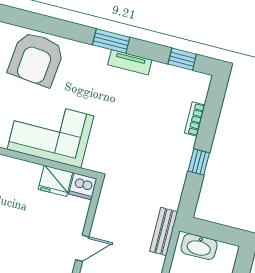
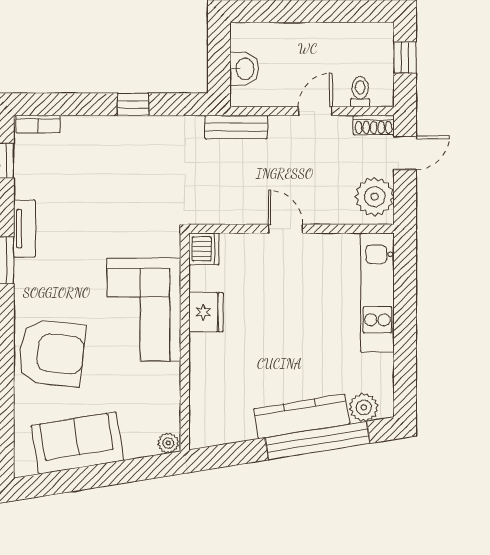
bookcase: (195, 119) -> (38, 124), moved
fridge: (55, 181) -> (206, 312), moved
washbasin: (199, 247) -> (244, 69), width x0.72

